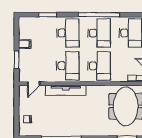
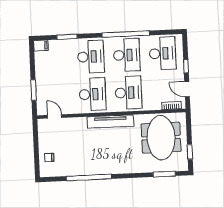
filing cabinet: (25, 44) -> (41, 46), moved
door: (34, 84) -> (55, 116), swing flipped
tv unit: (66, 90) -> (110, 122), moved

